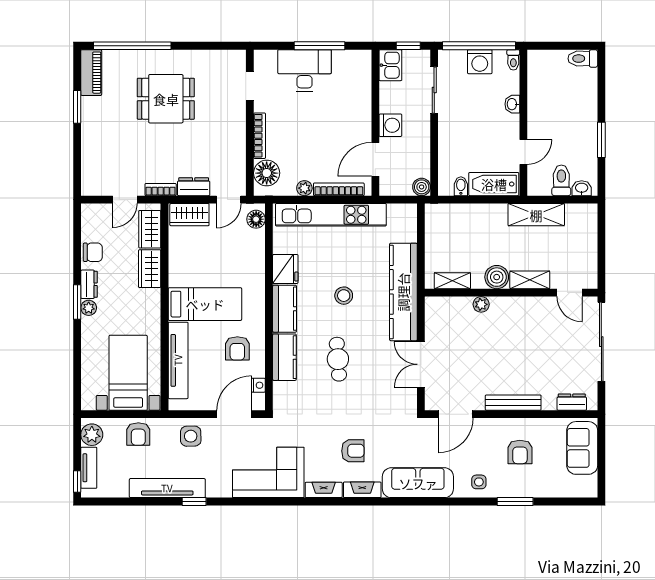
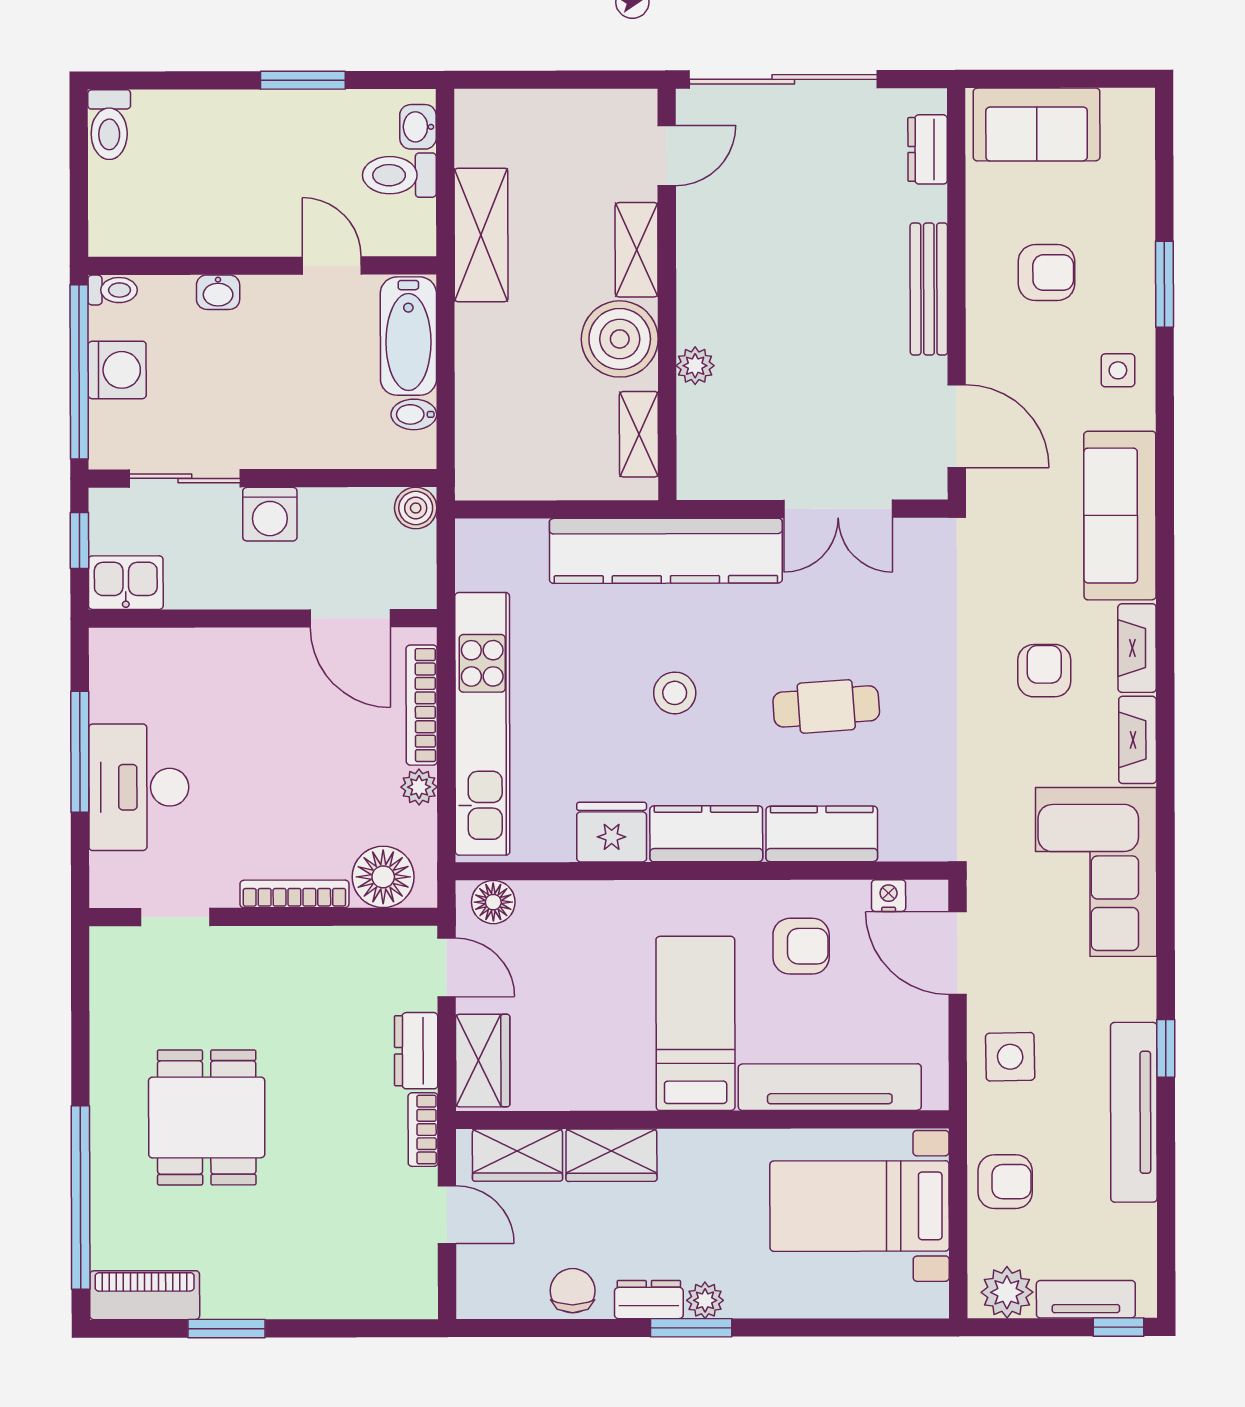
washing machine: (390, 125) -> (270, 514), moved, turned 180
boiler: (497, 277) -> (620, 339), width x1.37, depth x1.37

